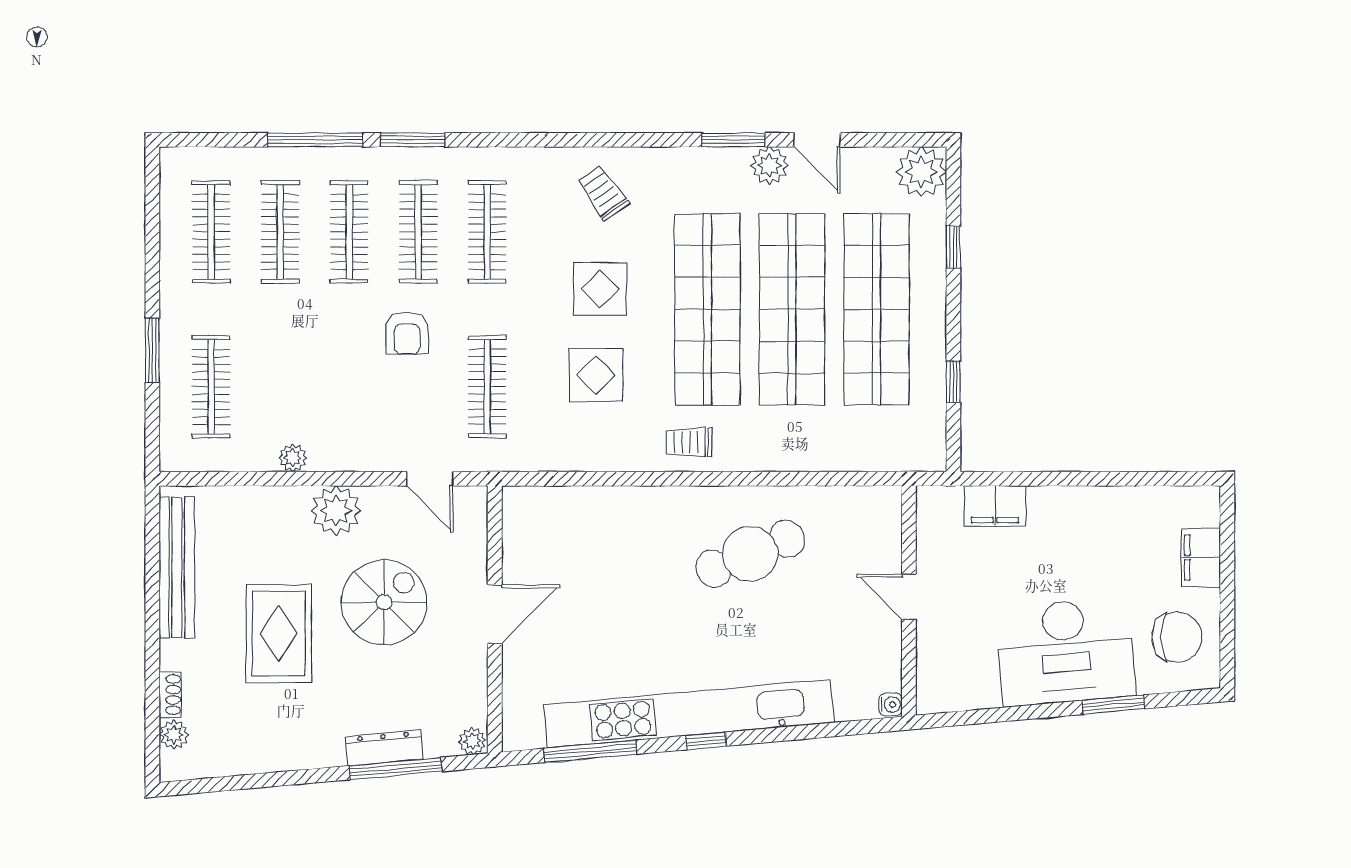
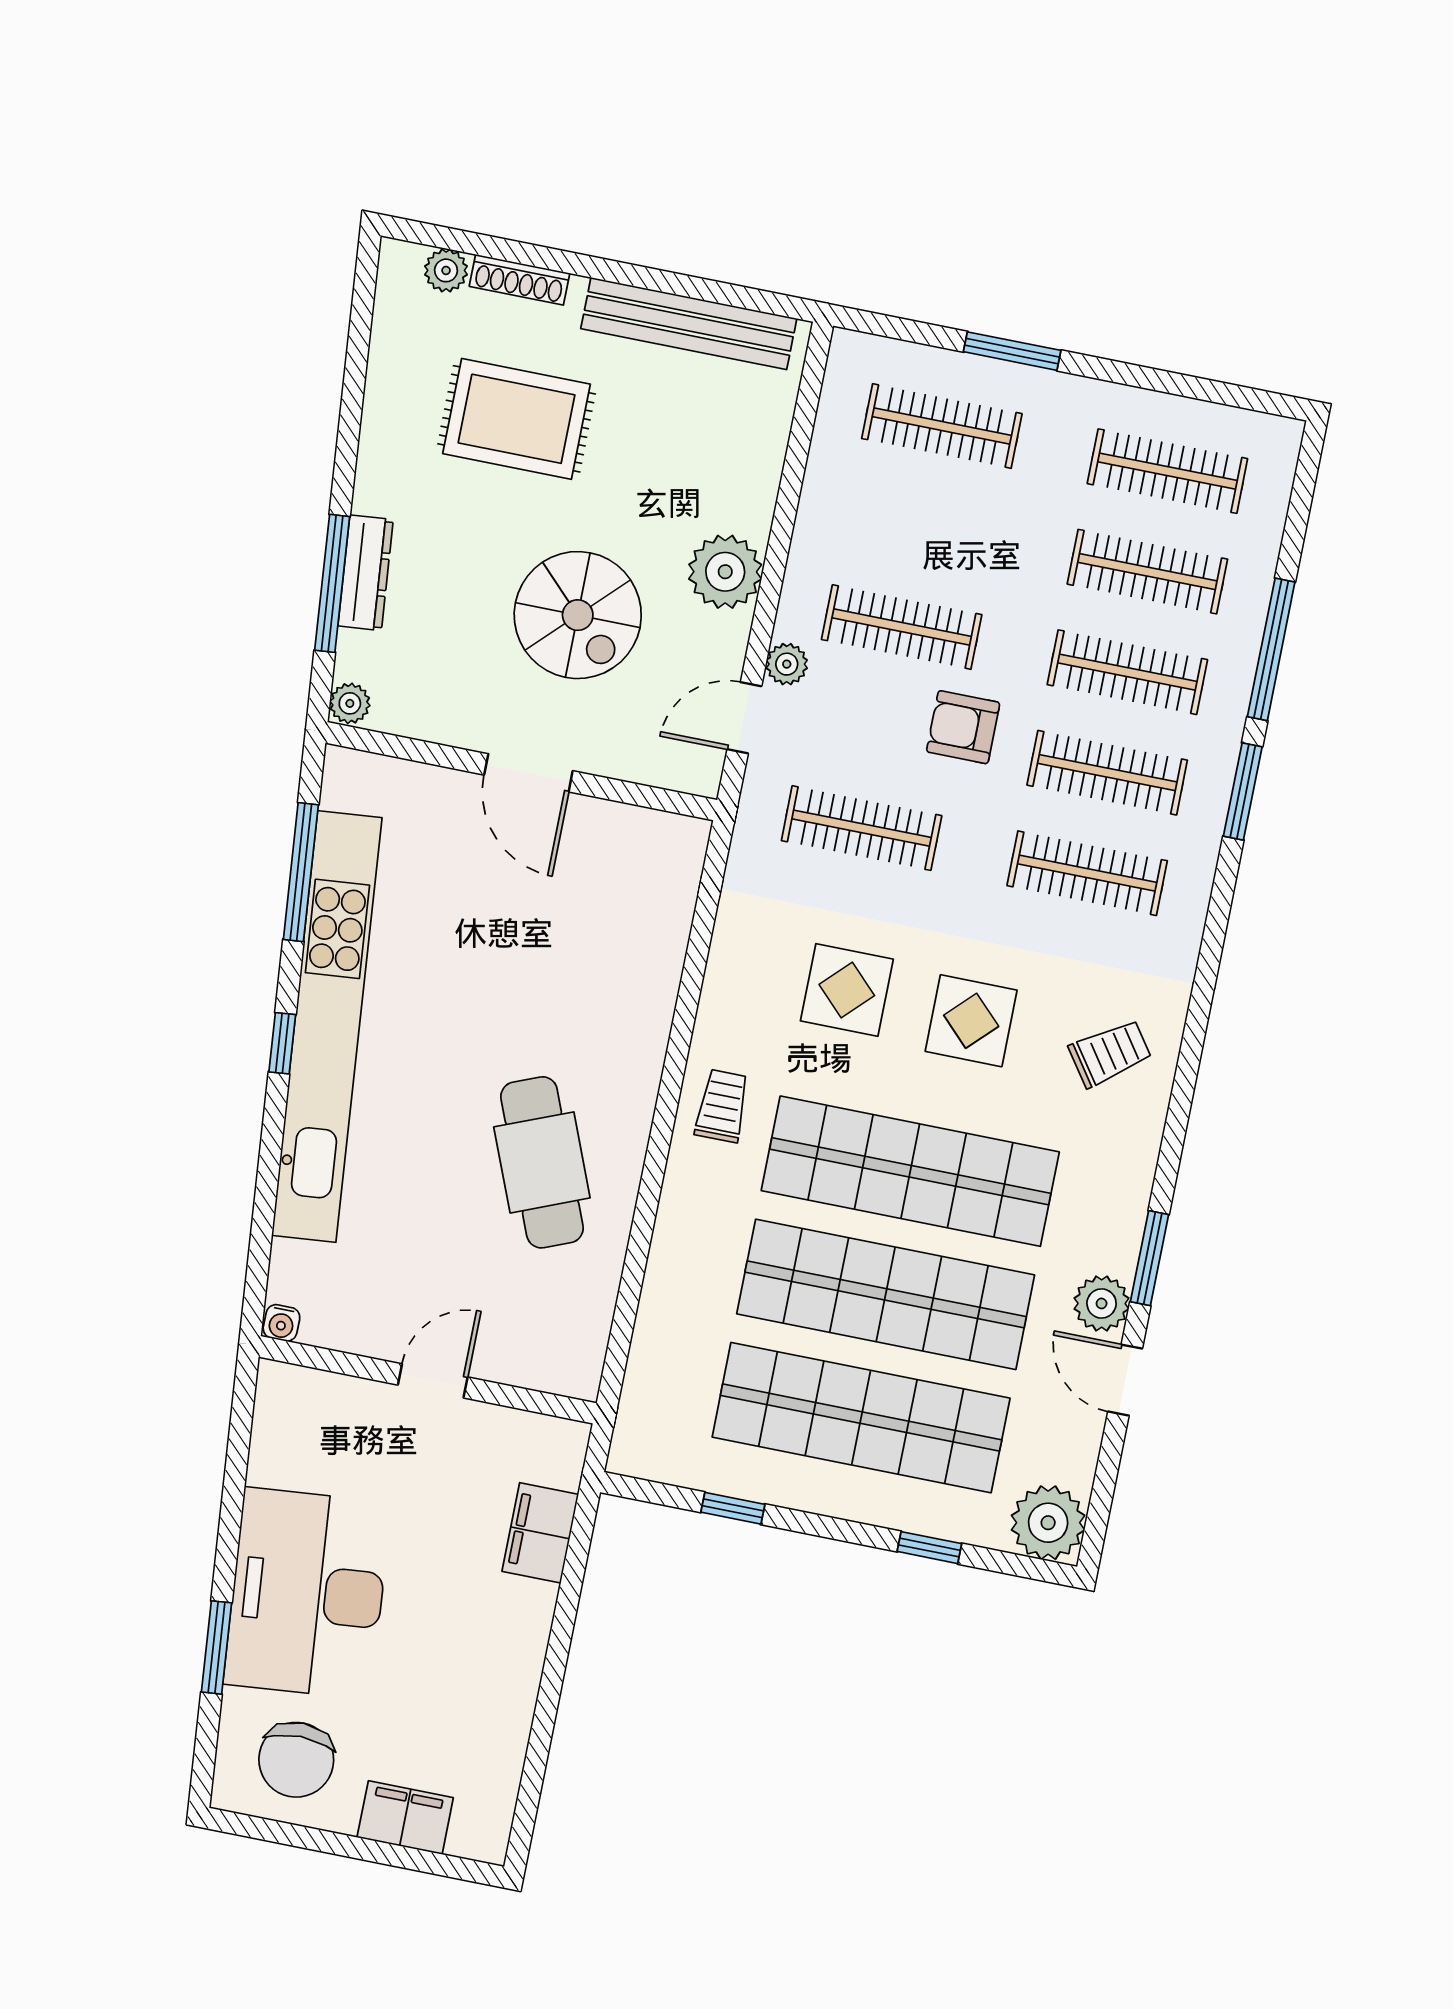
door: (817, 140) -> (1125, 1380), hinge flipped
clothes rail: (349, 387) -> (902, 627), added
plant: (293, 458) -> (787, 664), moved
rug: (279, 634) -> (517, 419), moved
shoe rack: (170, 695) -> (520, 280), width x1.43

